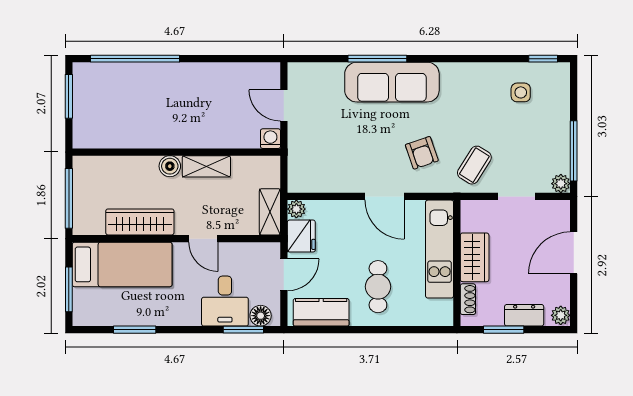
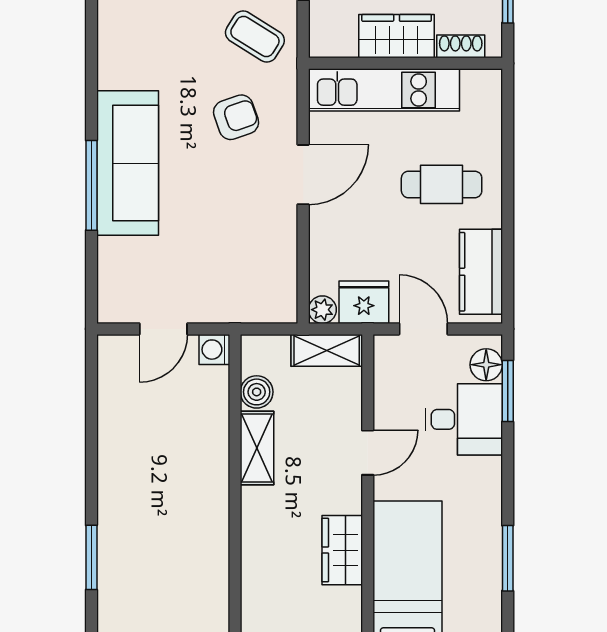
window: (135, 59) -> (91, 557), width x0.47
boiler: (170, 166) -> (257, 392), moved
wardrobe: (140, 222) -> (342, 550), width x0.67

